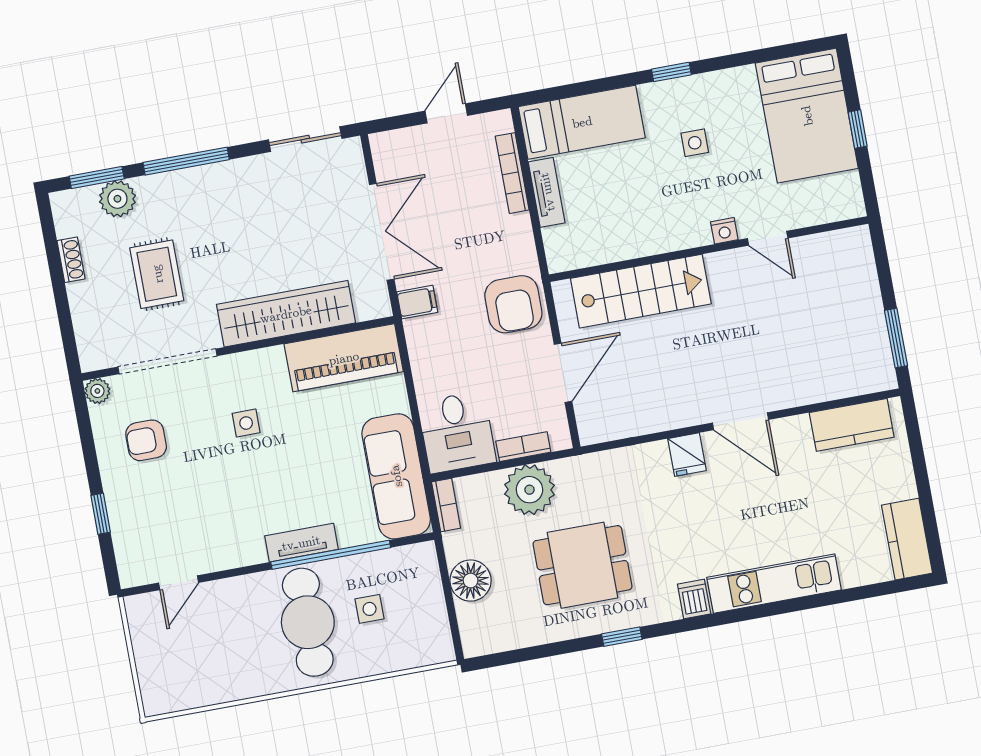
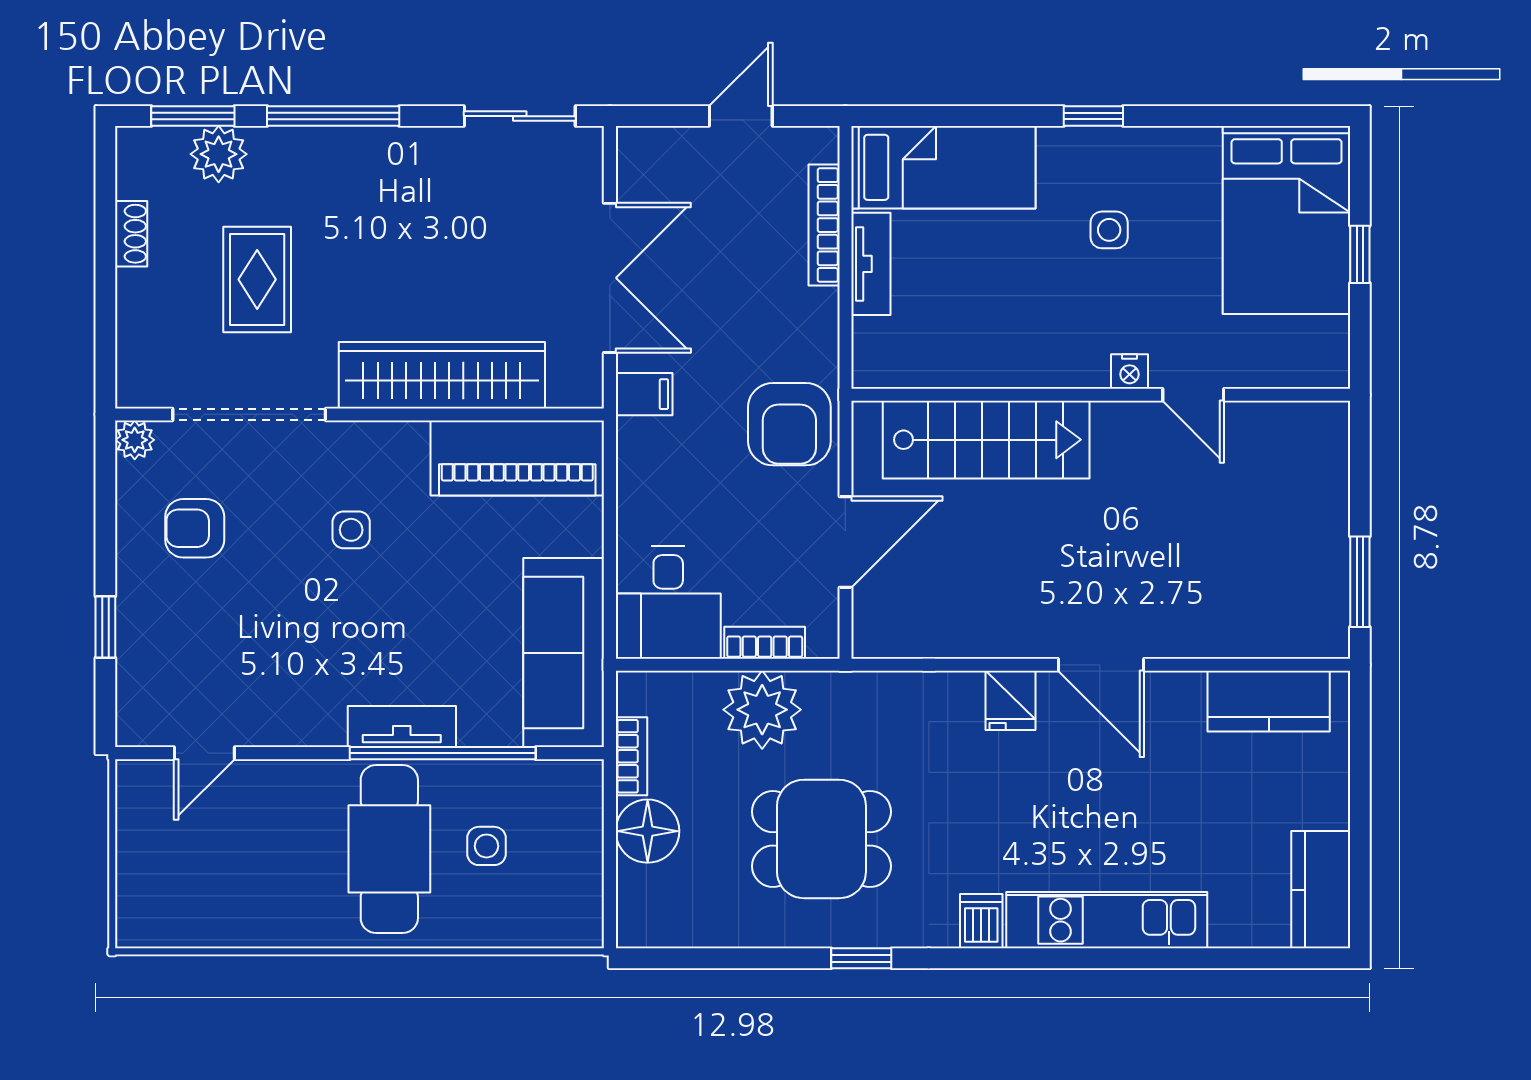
bookcase: (446, 505) -> (631, 756), moved

